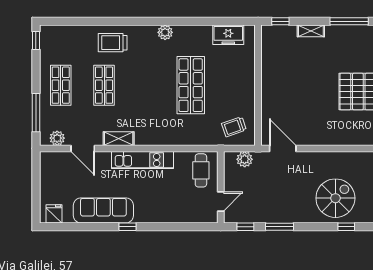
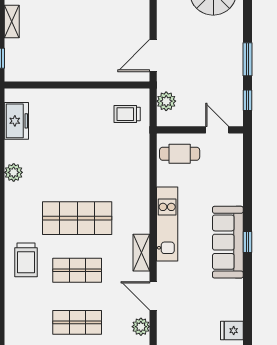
plant: (165, 32) -> (14, 172), moved
shop shelf: (191, 85) -> (77, 218), moved
trolley: (234, 127) -> (127, 114), turned 109
door: (83, 148) -> (153, 296), swing flipped
sofa: (103, 210) -> (228, 242), moved

